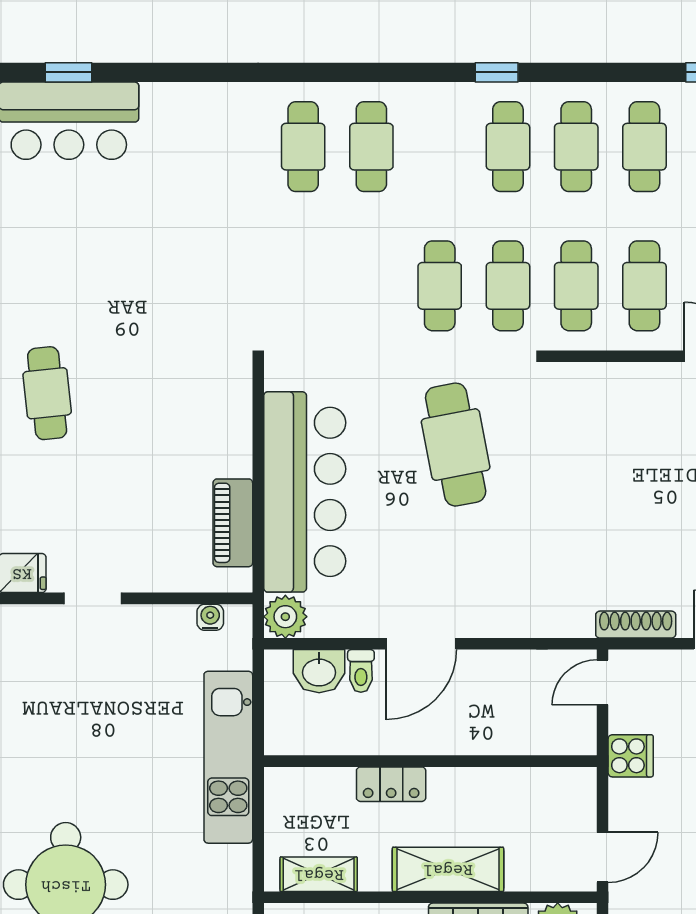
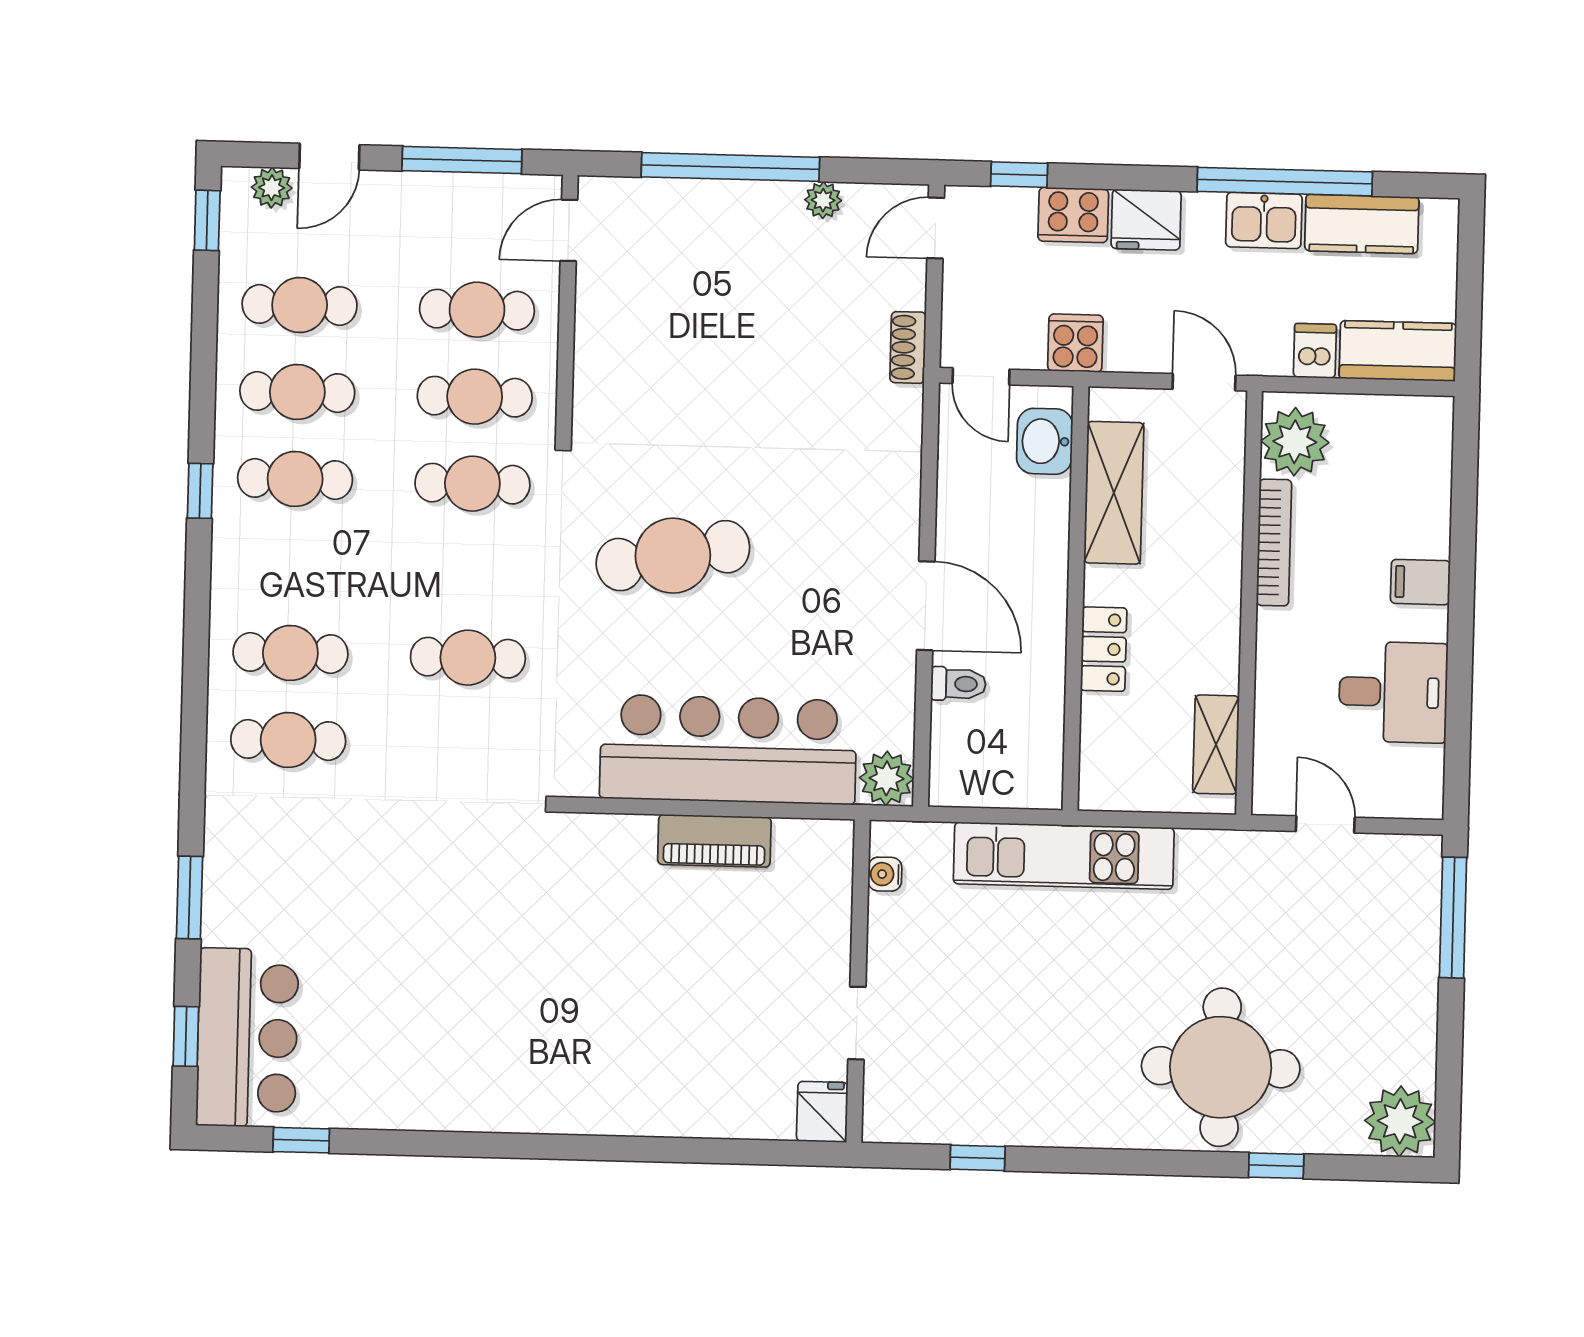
window: (178, 72) -> (189, 898), added
cafe table: (440, 286) -> (468, 658), moved
cafe table: (47, 393) -> (594, 1074), removed
piano: (233, 523) -> (714, 841), moved
shoe rack: (636, 625) -> (908, 347), width x0.70
washbasin: (319, 671) -> (1045, 441), moved, turned 180
shelving: (448, 869) -> (1114, 493), moved

